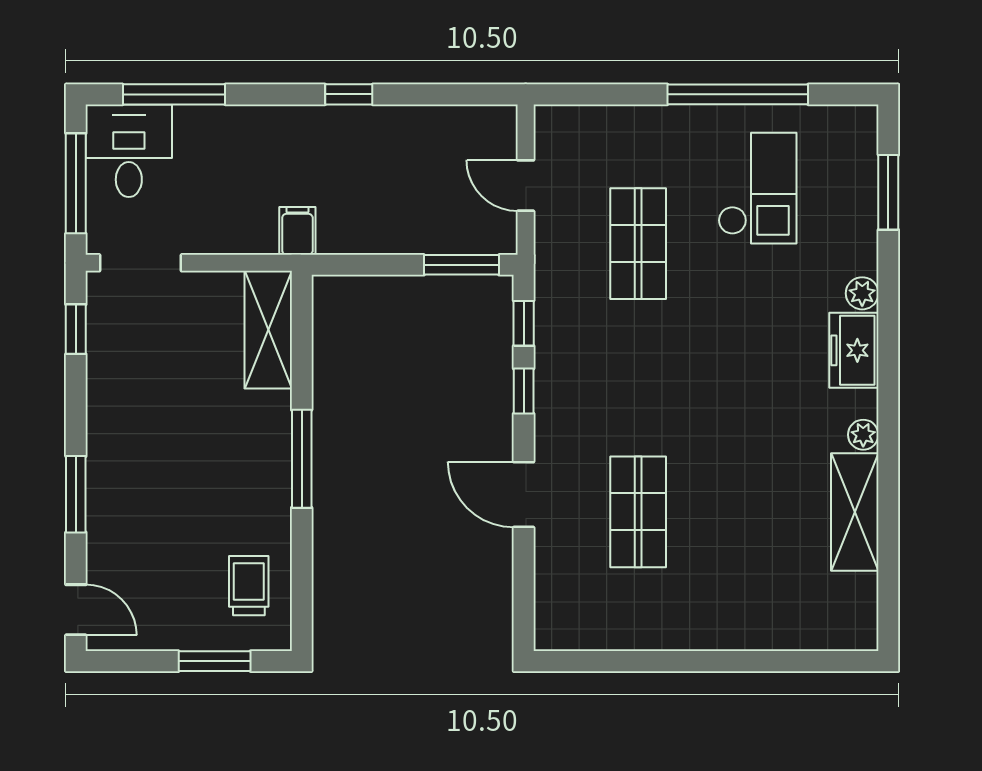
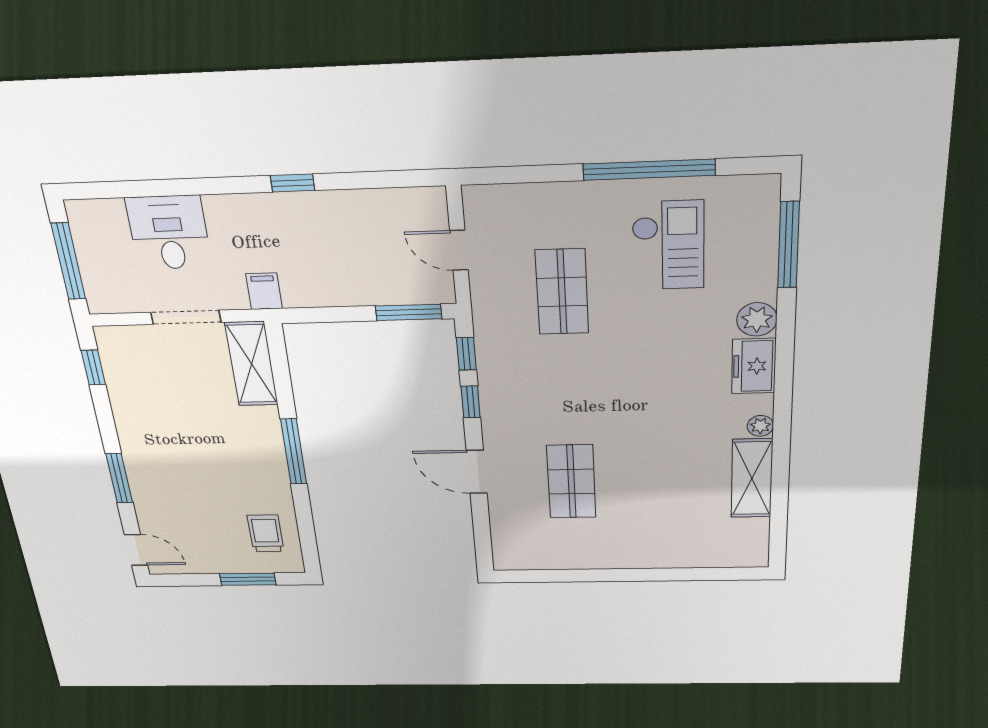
window: (174, 94) -> (138, 189), removed
desk: (129, 151) -> (169, 233), moved
window: (888, 192) -> (789, 245), width x1.44
doorway: (140, 263) -> (186, 317), moved
plant: (862, 293) -> (757, 319), width x1.38, depth x1.38

